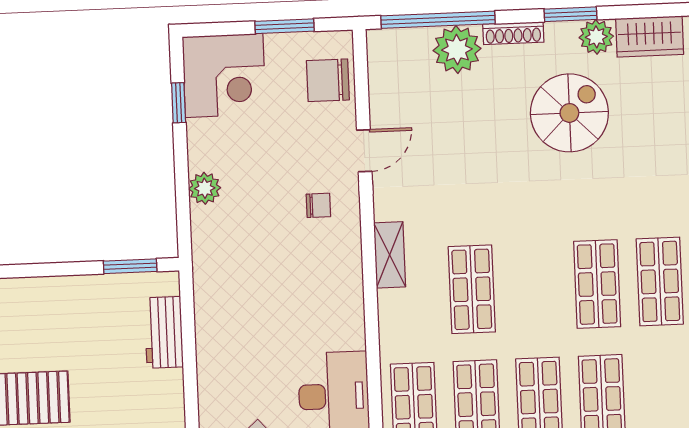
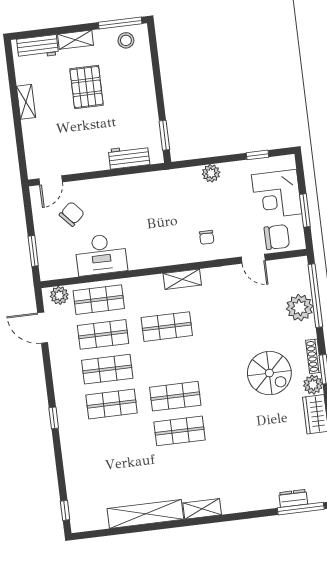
shoe rack: (513, 33) -> (314, 356), moved
corner desk: (224, 75) -> (277, 194), moved
chair: (328, 80) -> (277, 237), turned 90
door: (364, 151) -> (253, 259), moved

